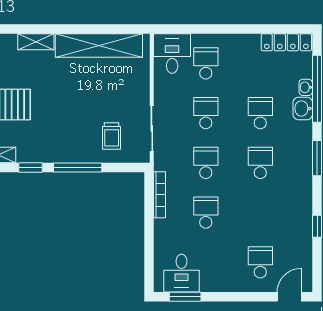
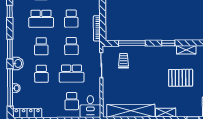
washbasin: (303, 108) -> (18, 63), moved
school desk: (206, 113) -> (72, 74), width x1.85
window: (78, 168) -> (132, 43), moved
school desk: (260, 213) -> (41, 19), added

